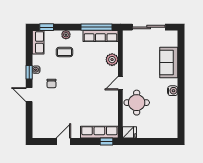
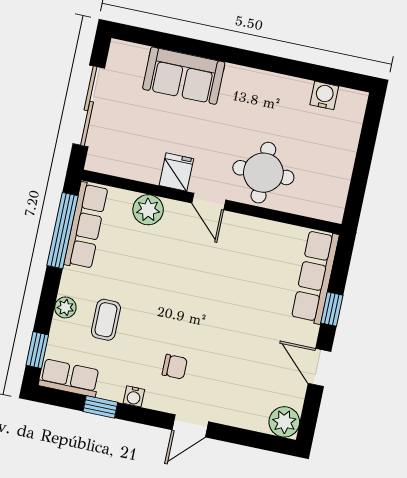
window: (29, 72) -> (100, 407), moved
water cooler: (173, 91) -> (324, 95), moved
plant: (39, 132) -> (284, 422), added
fridge: (130, 132) -> (176, 172), moved
window: (106, 142) -> (332, 309), moved

